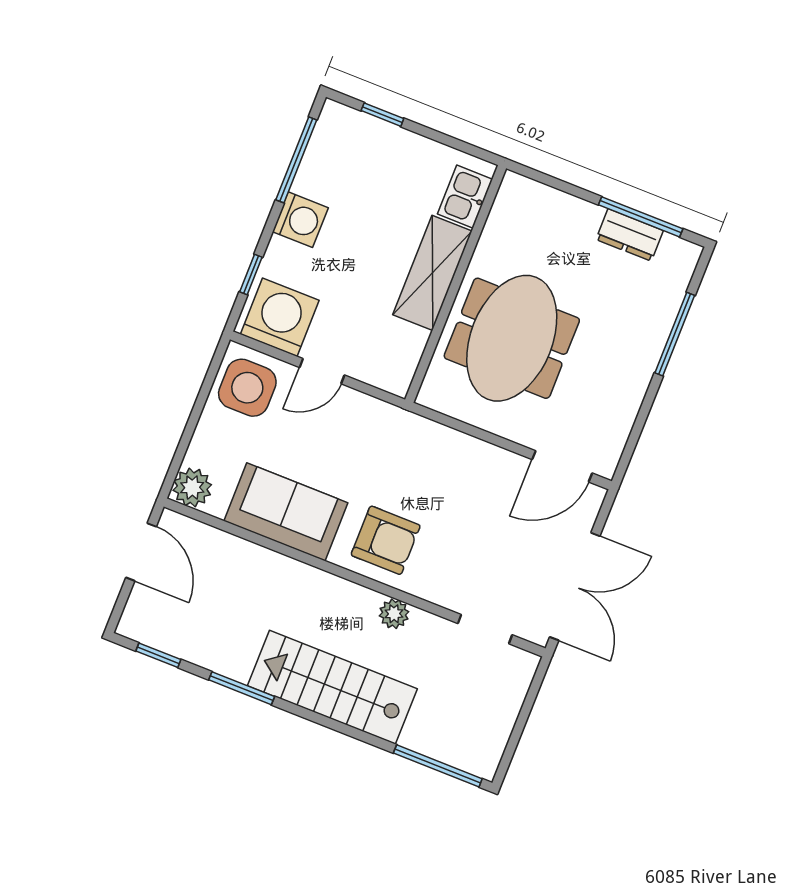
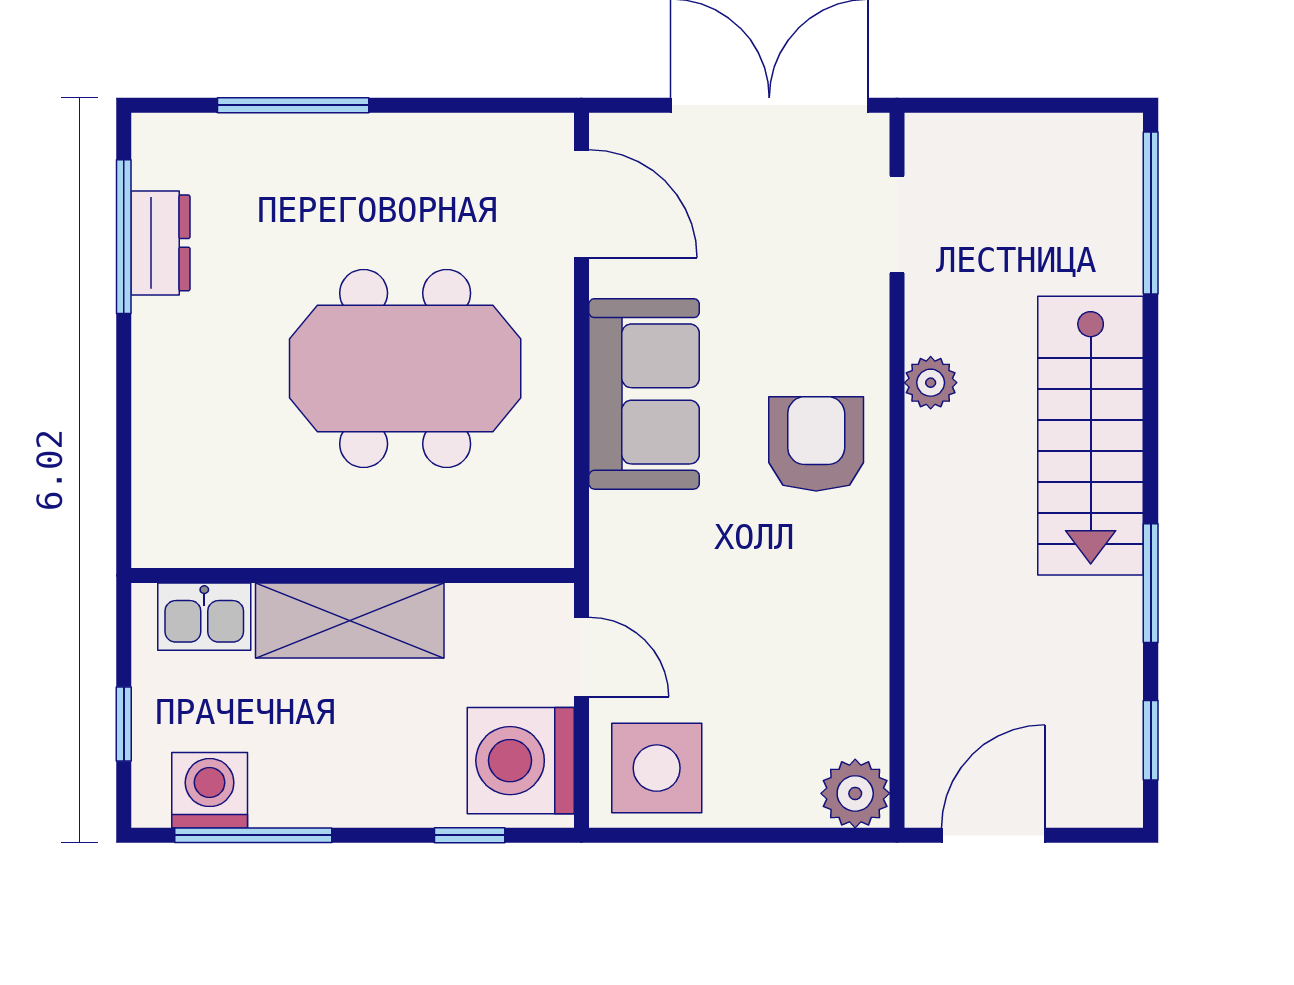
kitchen sink: (465, 197) -> (204, 617), moved
washing machine: (300, 220) -> (210, 790), moved
shelving: (432, 273) -> (350, 621), moved
wall: (456, 284) -> (353, 575), moved
sofa: (286, 512) -> (644, 394), moved, turned 180

